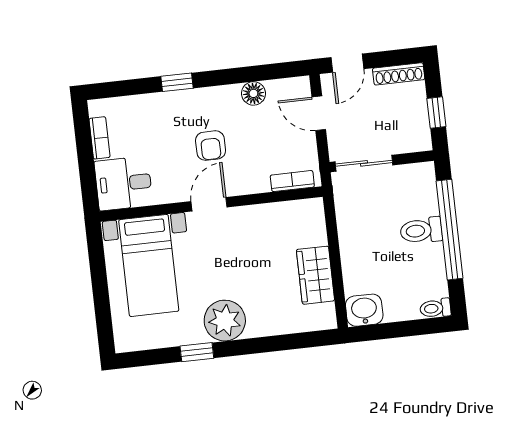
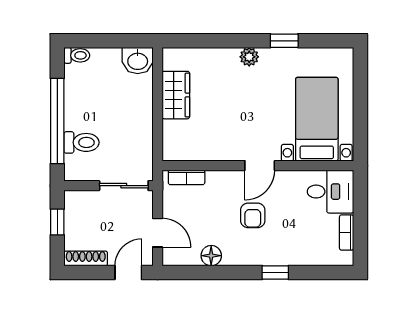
armchair: (211, 146) -> (253, 215), turned 180
toilet: (421, 230) -> (82, 142), moved
plant: (225, 321) -> (249, 57), width x0.53, depth x0.53

